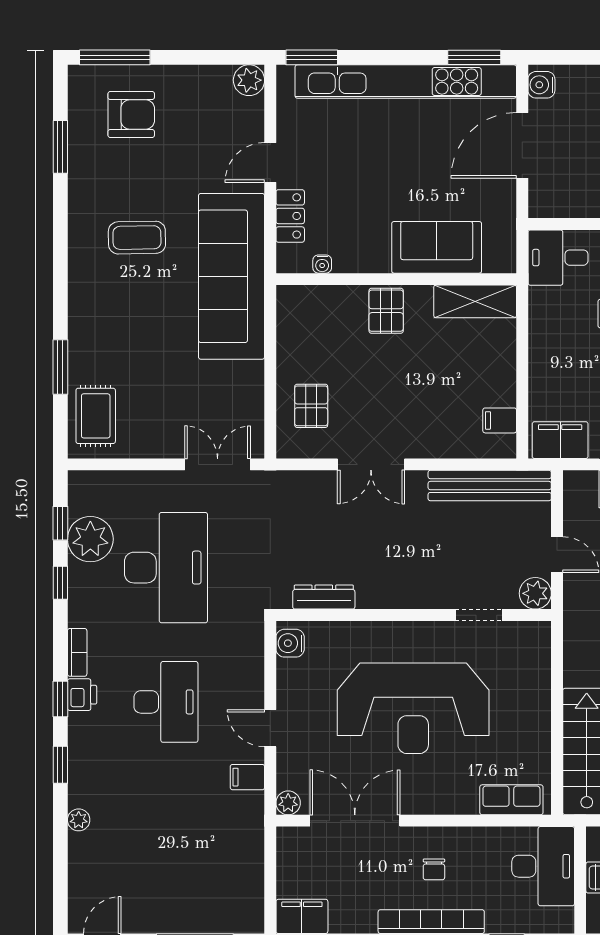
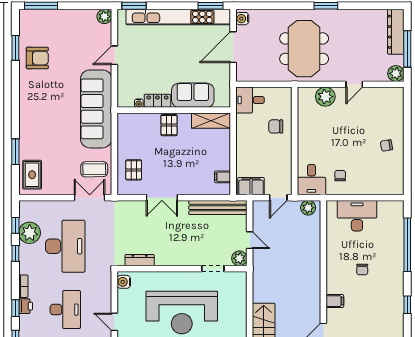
armchair: (131, 114) -> (37, 58), moved
locker: (290, 216) -> (157, 101), moved, turned -90
coffee table: (137, 238) -> (94, 169), moved

